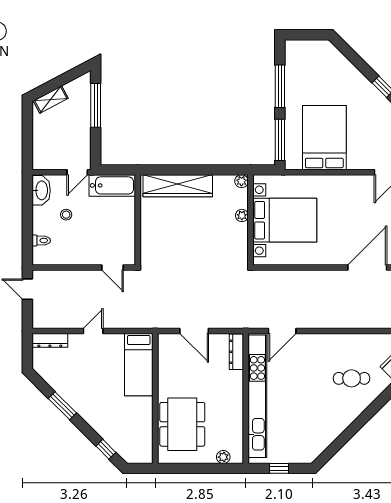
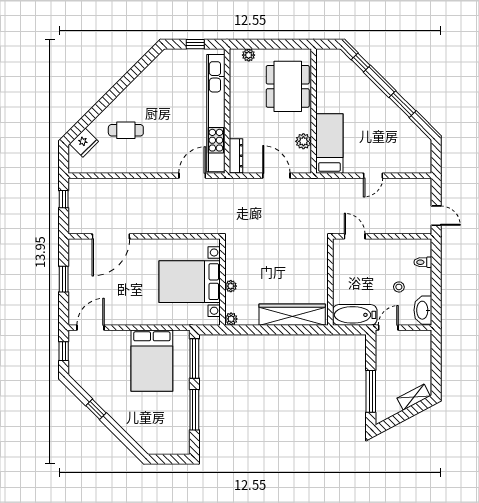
dresser: (50, 340) -> (415, 167), removed
plant: (166, 367) -> (303, 141), added

